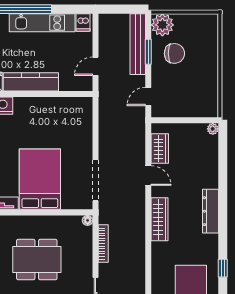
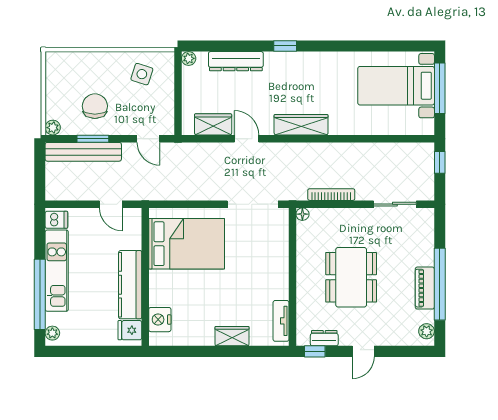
plant: (162, 25) -> (53, 128), width x0.53, depth x0.53
side table: (200, 91) -> (142, 74), added
door: (148, 175) -> (247, 139), hinge flipped
bed: (40, 179) -> (187, 244), moved, turned 180
dresser: (211, 211) -> (236, 61), moved
window: (223, 268) -> (285, 46), moved

